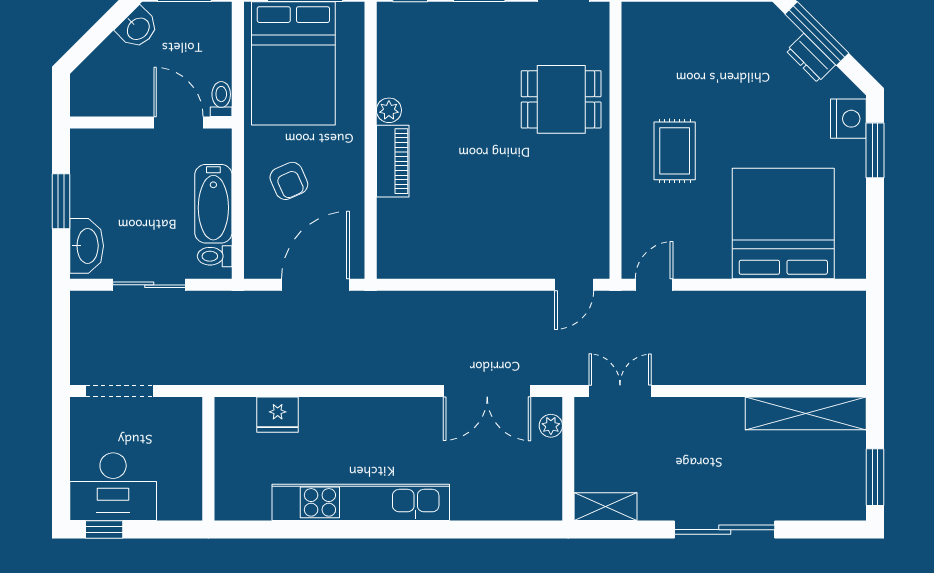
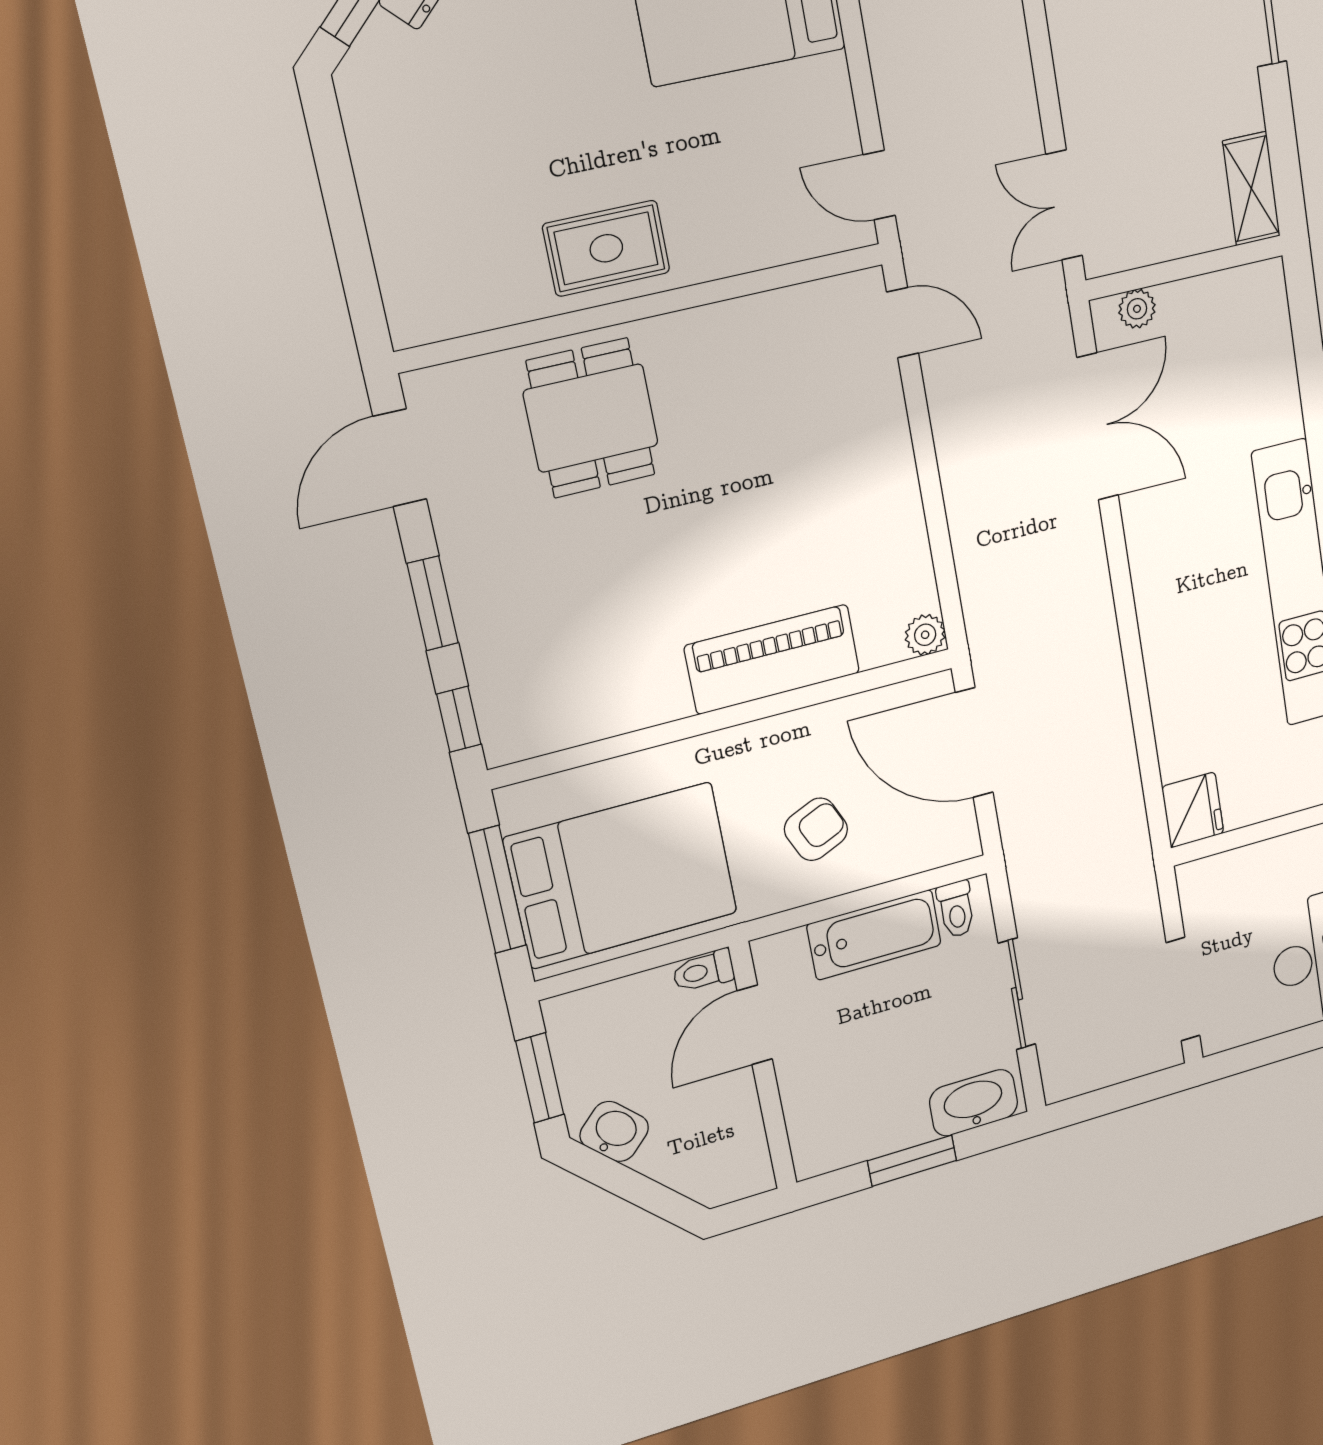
plant: (389, 110) -> (925, 635), moved
rug: (675, 151) -> (606, 248), moved
piano: (393, 161) -> (772, 659), width x1.37, depth x1.33
fridge: (278, 415) -> (1193, 810), moved

